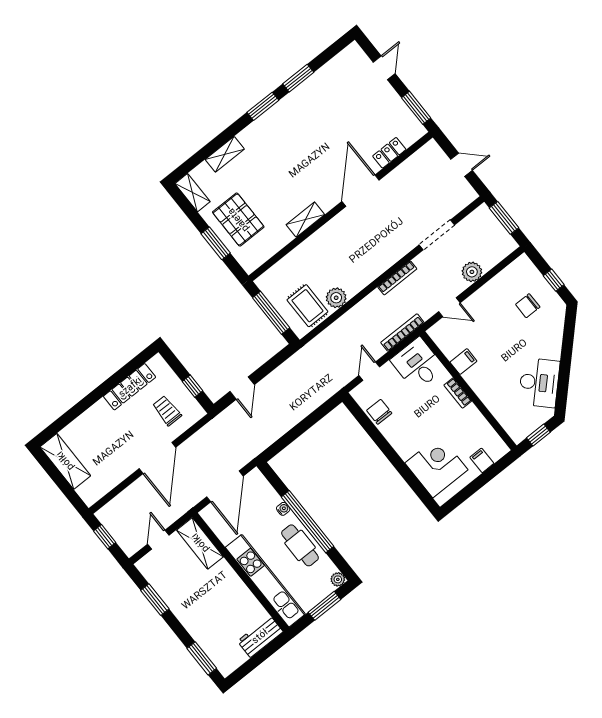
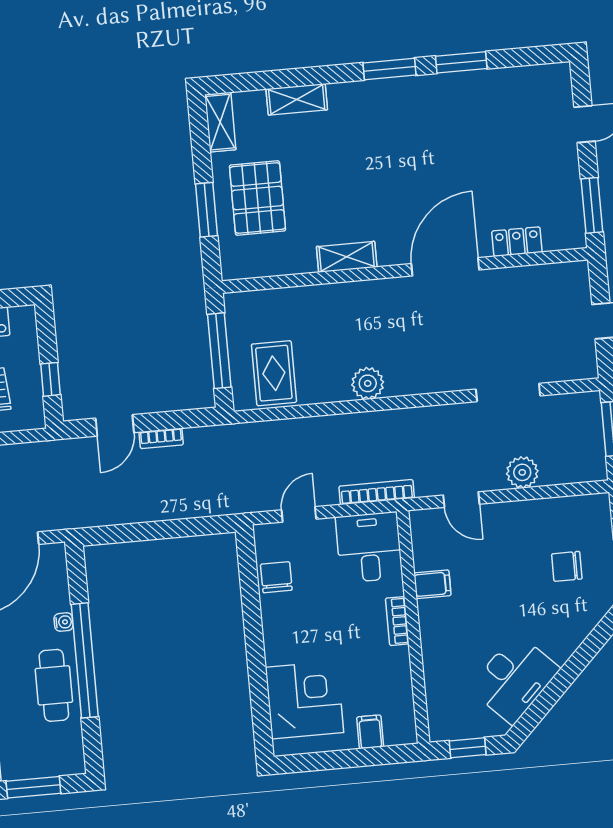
bookcase: (397, 278) -> (161, 438), moved, width x0.64
plant: (336, 298) -> (368, 383), moved
plant: (338, 579) -> (74, 764), removed

